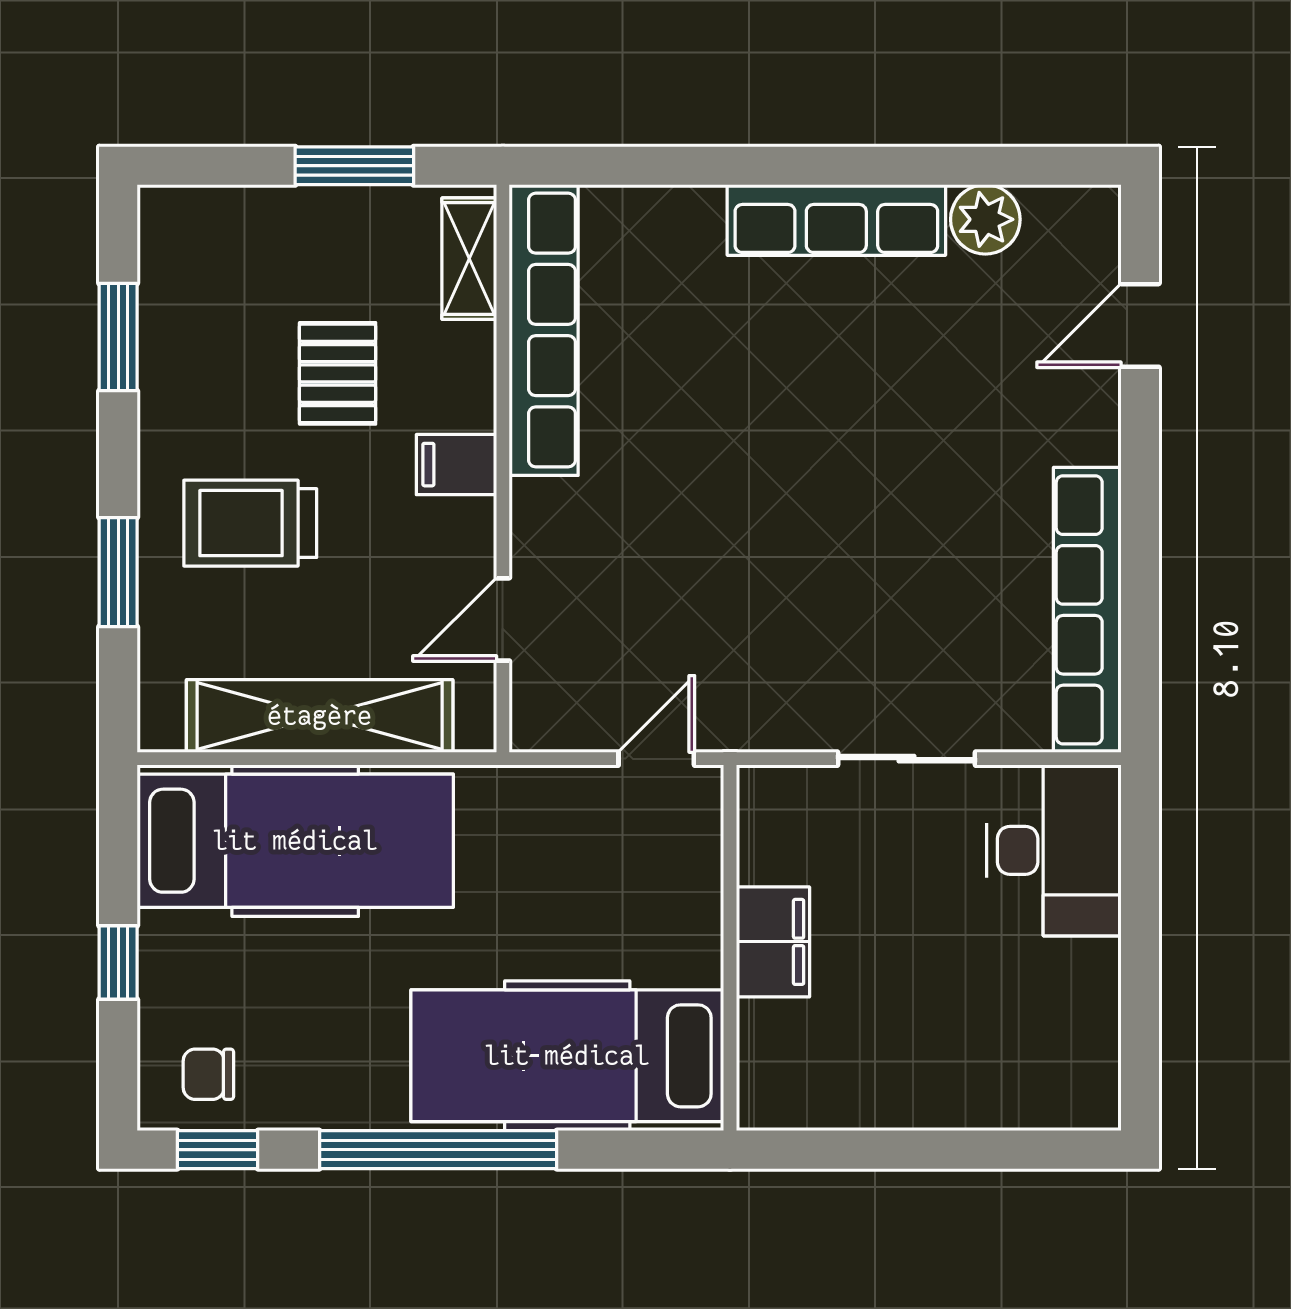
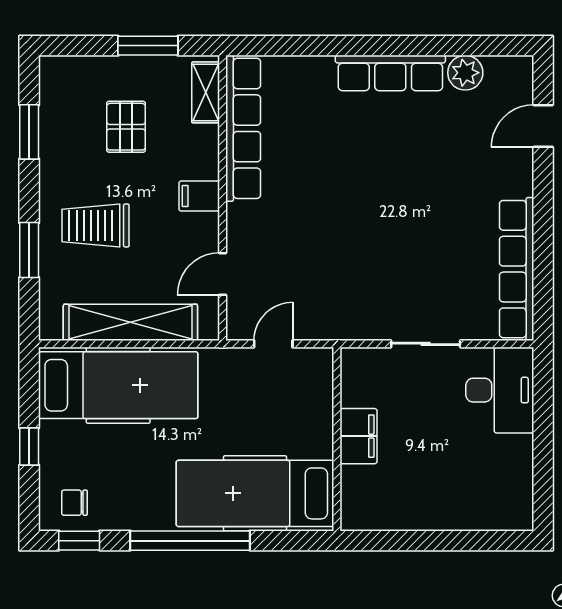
pallet: (338, 373) -> (126, 127), moved
door: (656, 759) -> (273, 344), moved

